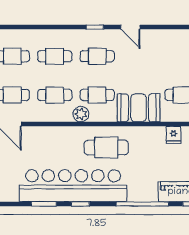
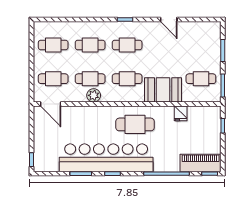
door: (130, 27) -> (169, 20), moved
plant: (81, 114) -> (94, 95), moved
fridge: (174, 135) -> (181, 113), moved

